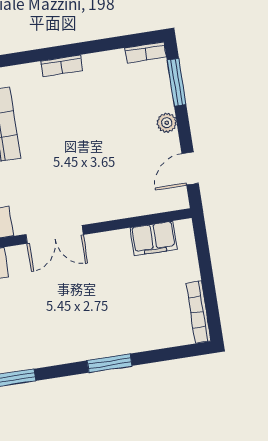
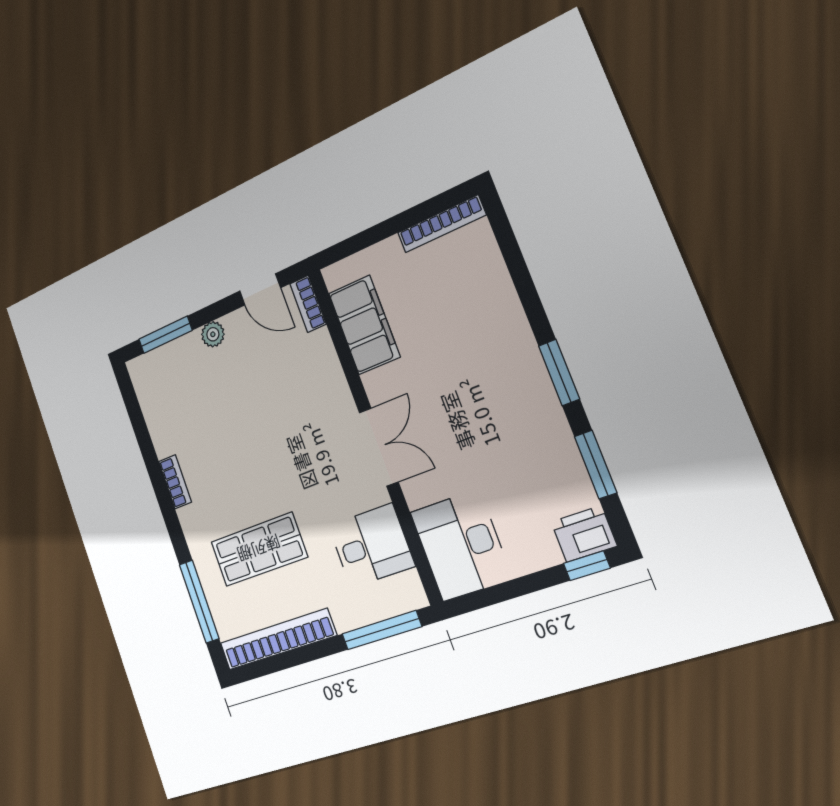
bookcase: (146, 53) -> (308, 304), moved, turned 180
filing cabinet: (154, 238) -> (364, 325), width x1.50, depth x1.17
window: (110, 363) -> (559, 372), moved

